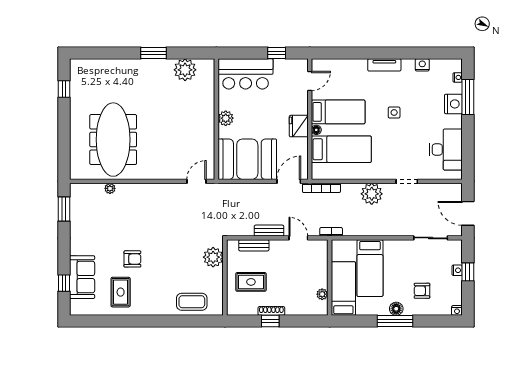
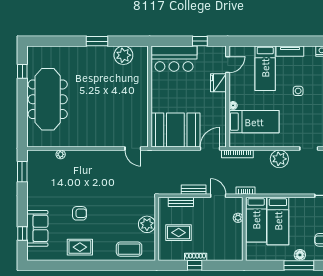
bed: (338, 112) -> (265, 68), moved, turned 90
plant: (226, 118) -> (157, 96), removed
fridge: (299, 126) -> (218, 83), moved
meeting table: (113, 140) -> (48, 99), moved
door: (196, 181) -> (133, 148), swing flipped
plant: (213, 257) -> (147, 224), moved
bed: (343, 289) -> (256, 220), moved, turned 180
rug: (121, 292) -> (80, 247), moved, turned 90
plant: (322, 294) -> (238, 218), moved

